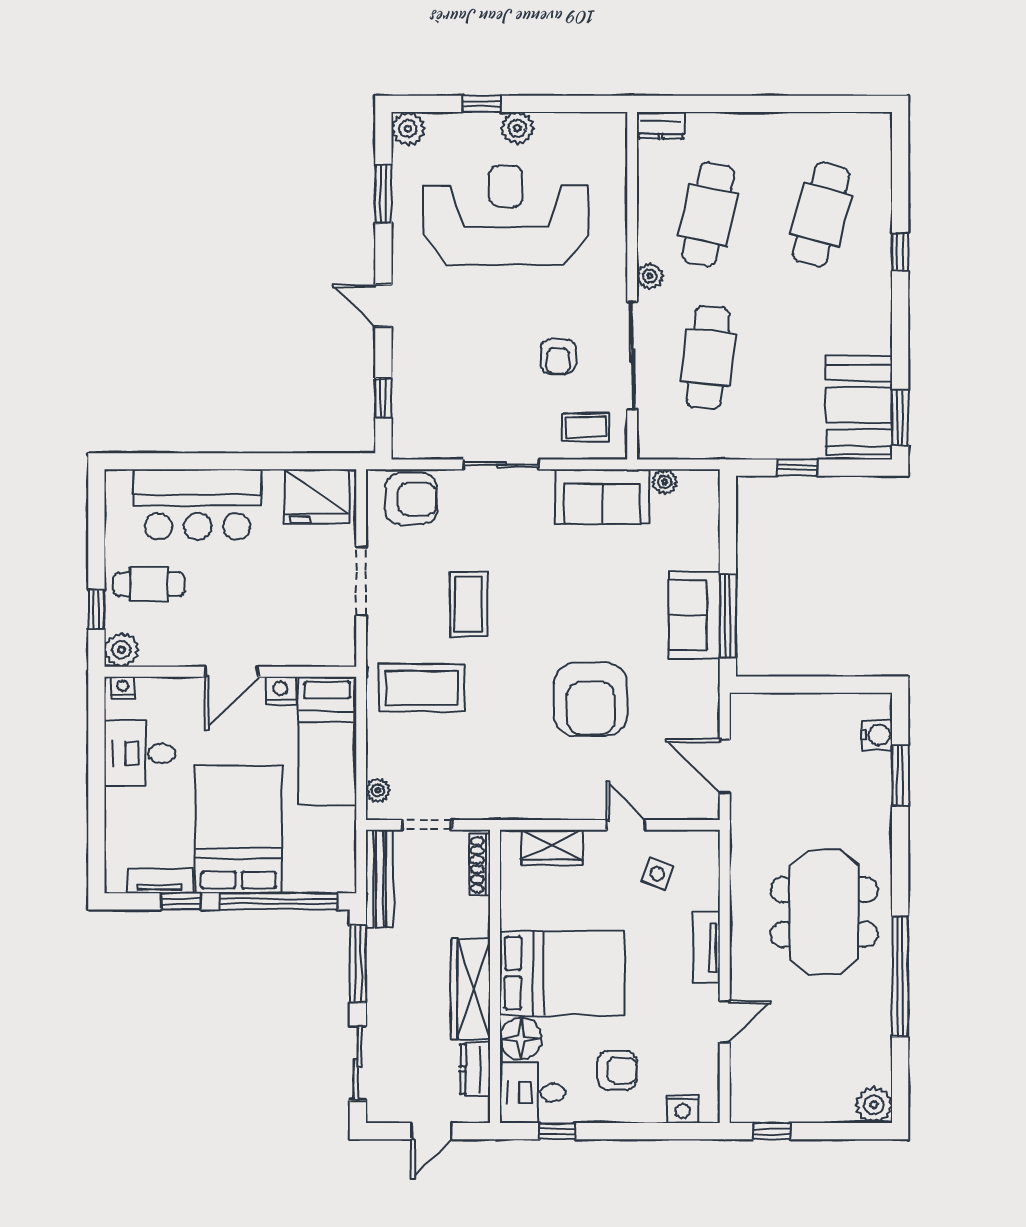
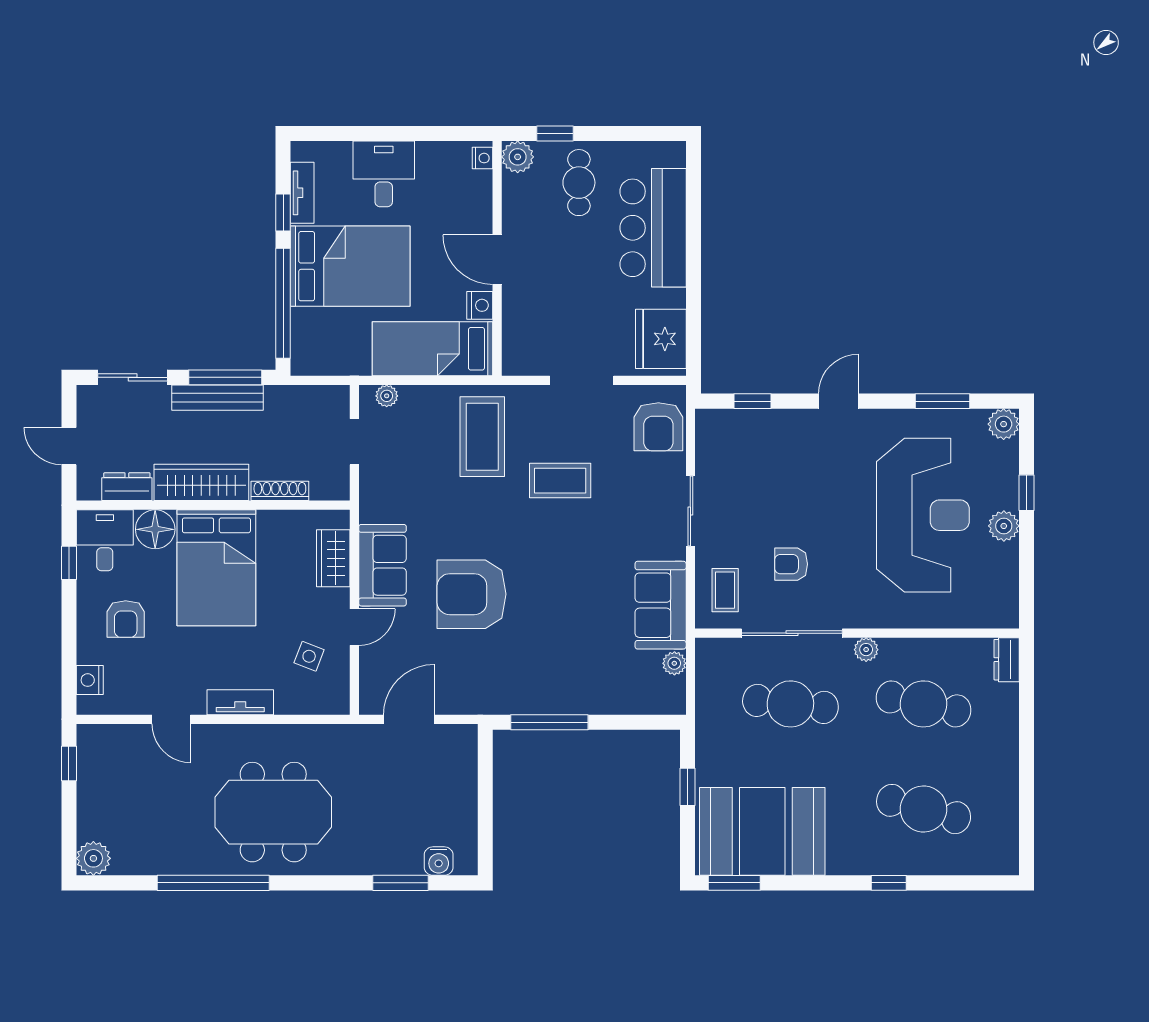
booth: (859, 405) -> (762, 831), width x1.36, depth x1.42
sofa: (695, 615) -> (383, 565), moved, turned 90
desk: (140, 753) -> (384, 174), moved
shoe rack: (480, 865) -> (280, 491), moved
bench: (380, 879) -> (218, 398), moved

